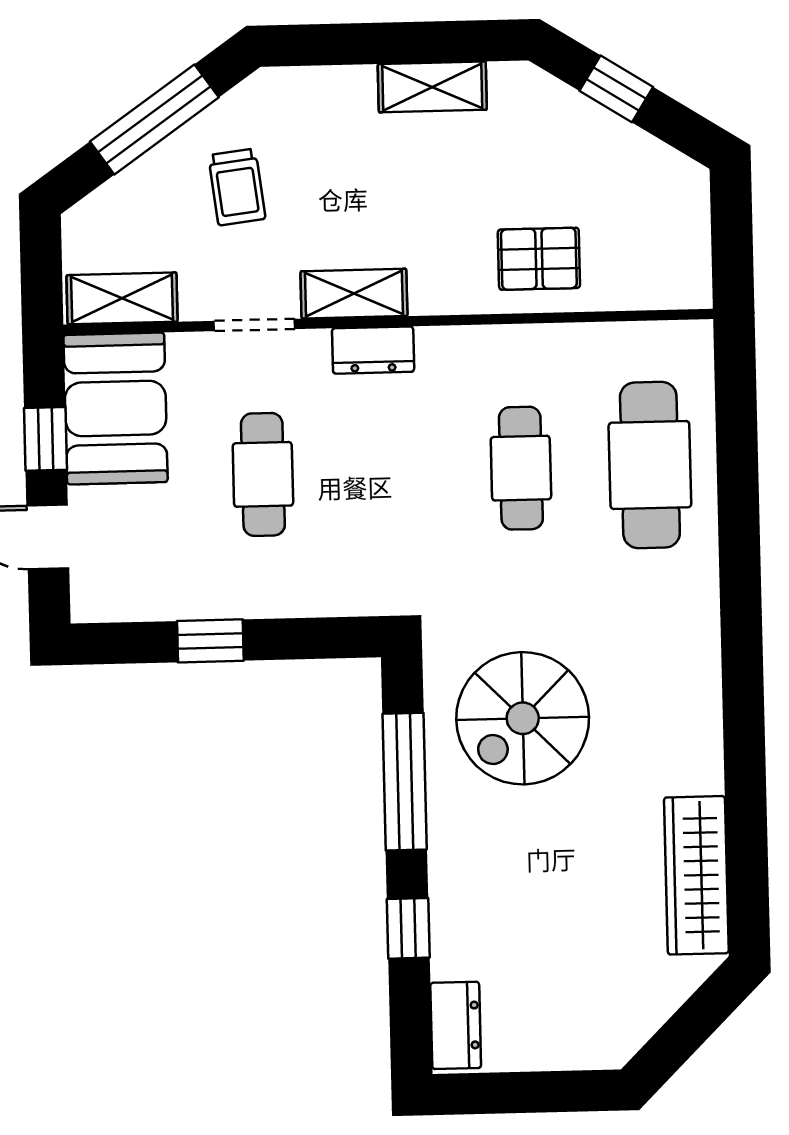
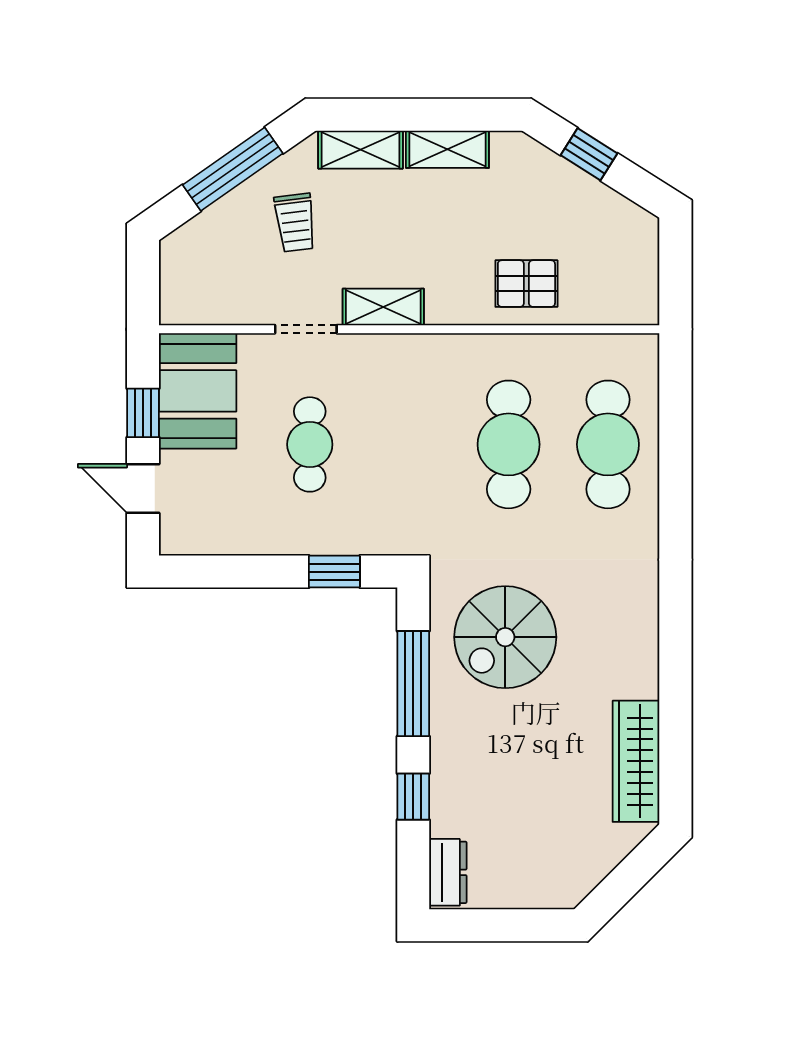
shelving: (122, 298) -> (361, 150), moved
dresser: (373, 350) -> (397, 351), removed
cafe table: (521, 468) -> (509, 444), width x1.37, depth x1.35
window: (210, 641) -> (334, 572), moved

